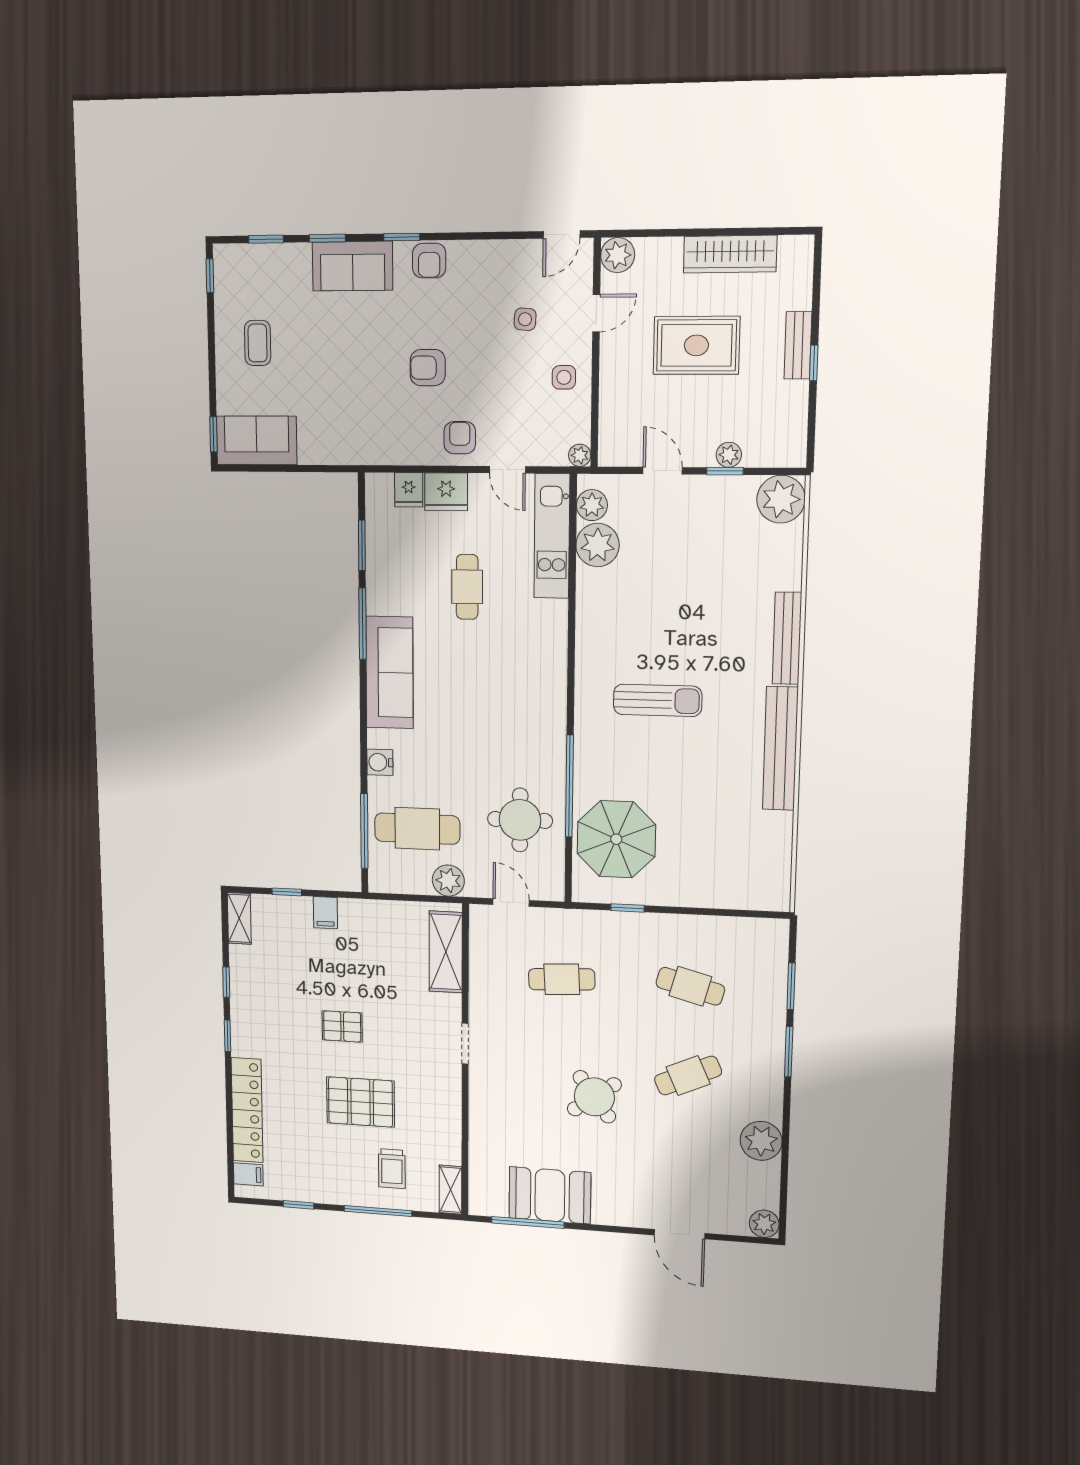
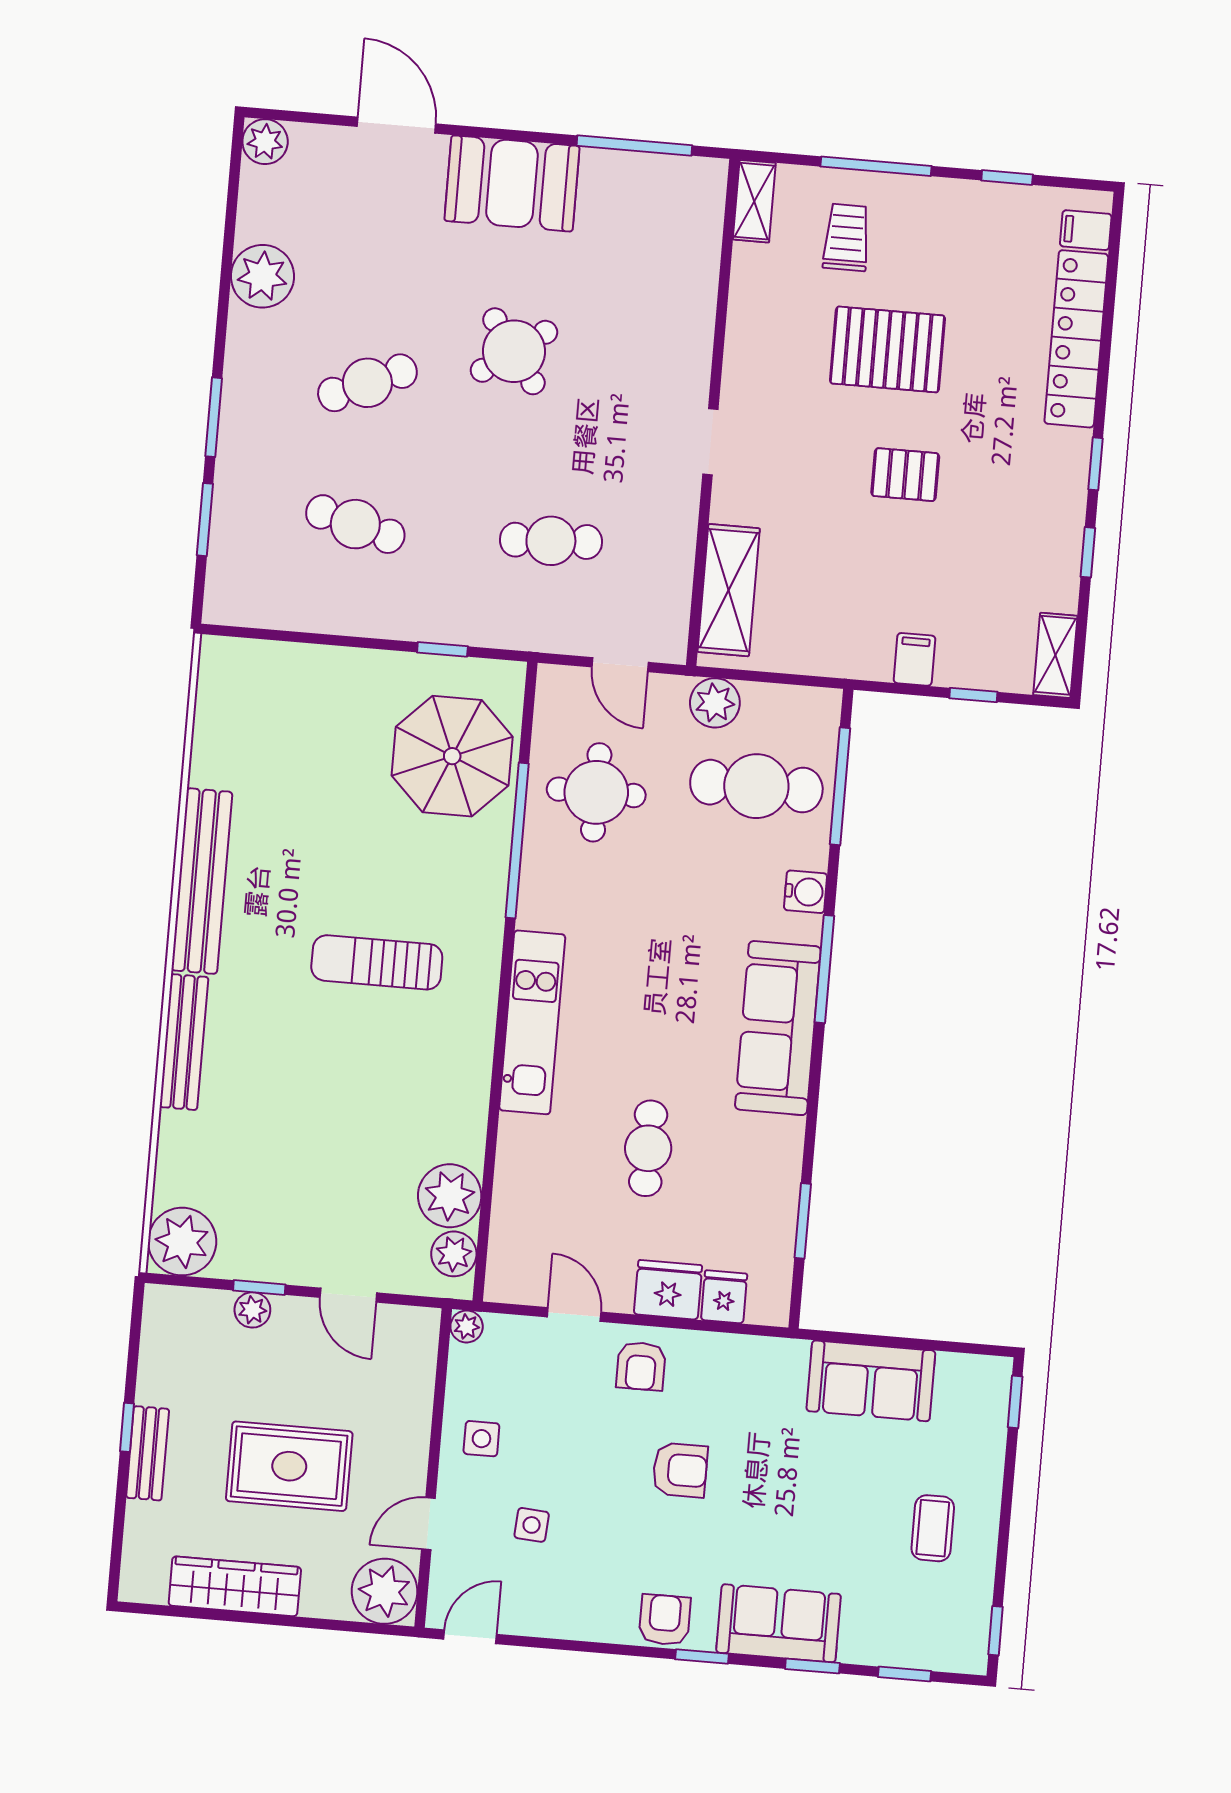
plant: (618, 255) -> (384, 1591), width x1.36, depth x1.36
sofa: (257, 440) -> (871, 1381), moved
kitchen unit: (552, 536) -> (532, 1022), moved
window: (363, 624) -> (824, 969), moved
booth: (550, 1195) -> (512, 183), moved

